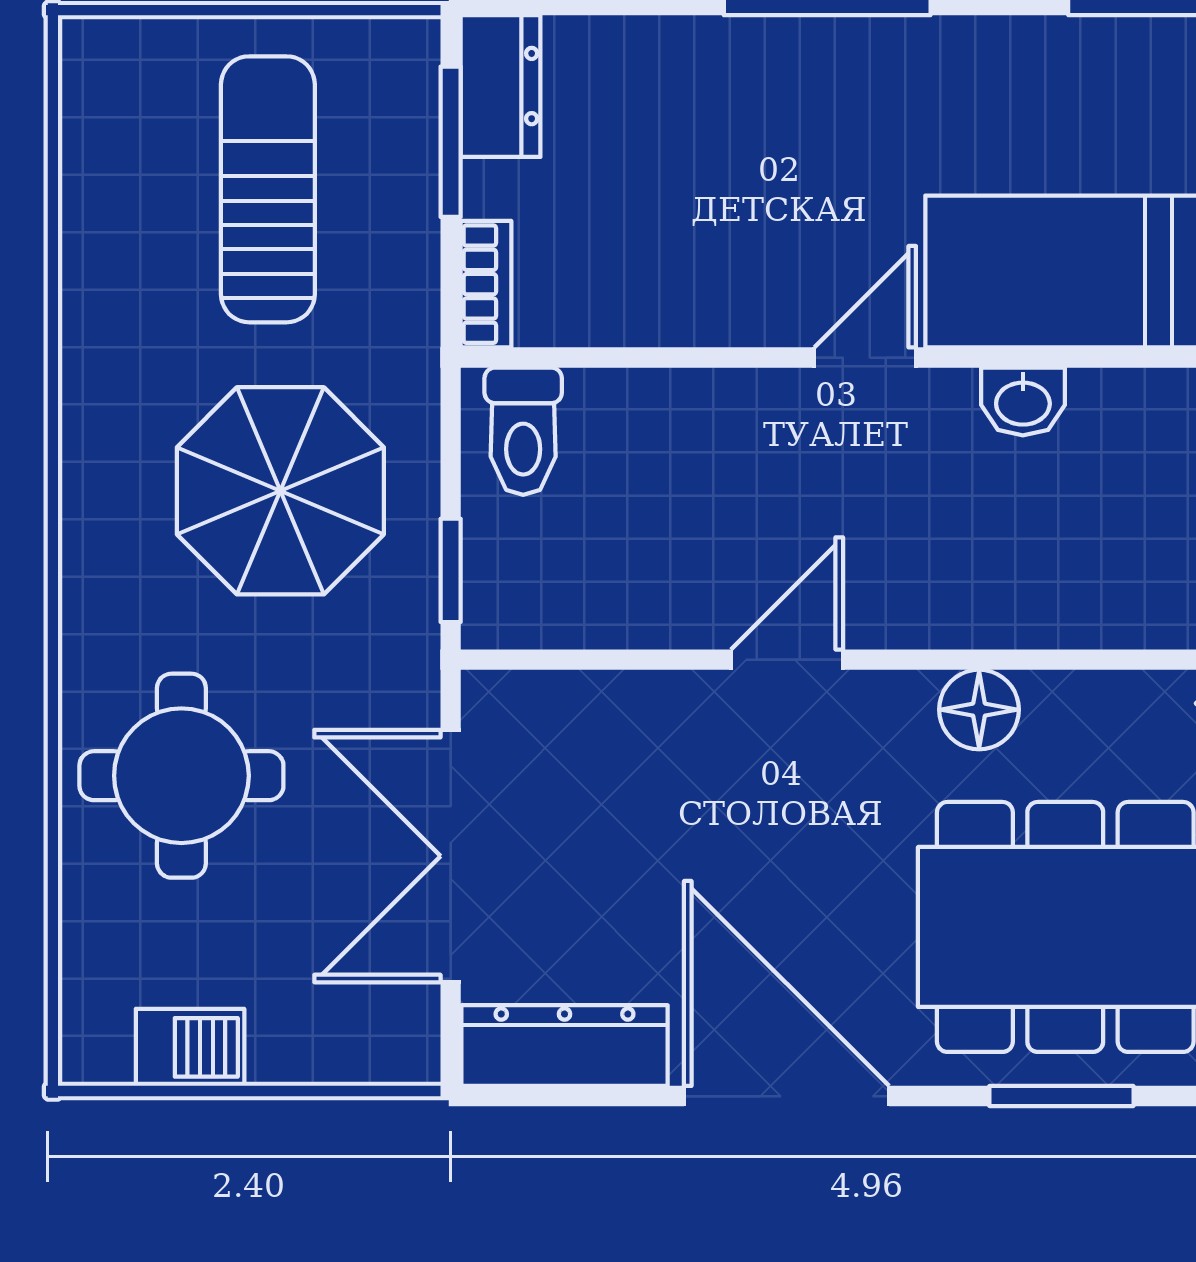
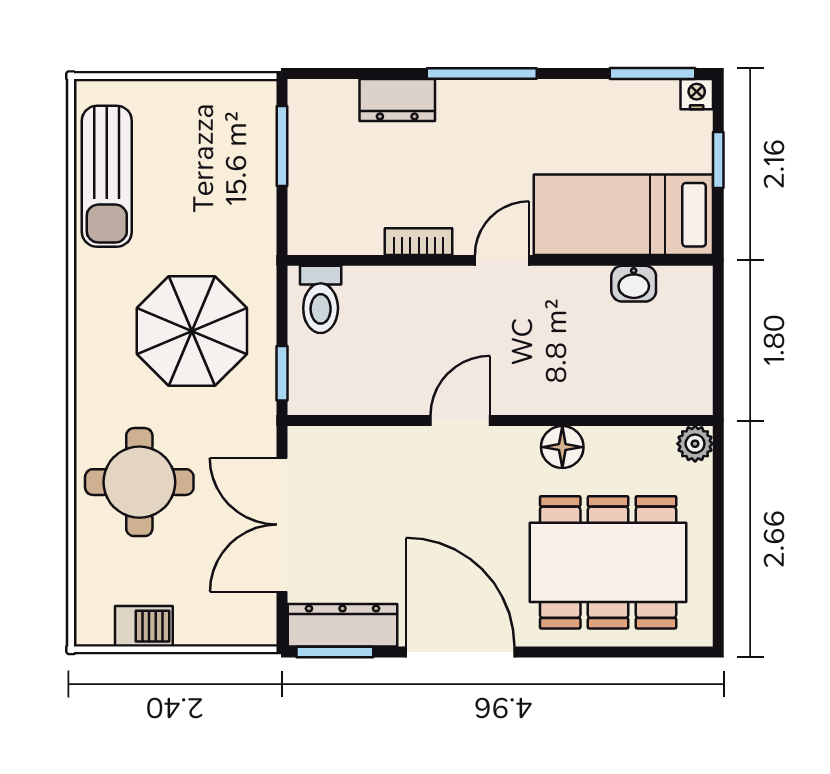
dresser: (501, 86) -> (397, 100), moved, turned 90
sun lounger: (268, 189) -> (107, 176), moved, turned 180
bookcase: (486, 284) -> (419, 242), moved, turned -90
washbasin: (1023, 402) -> (634, 284), moved
window: (1061, 1096) -> (335, 652), moved

